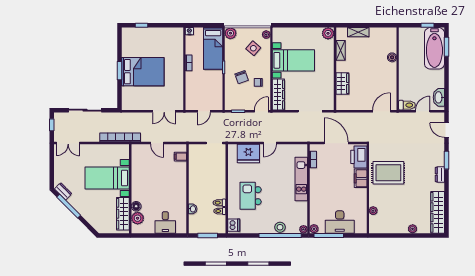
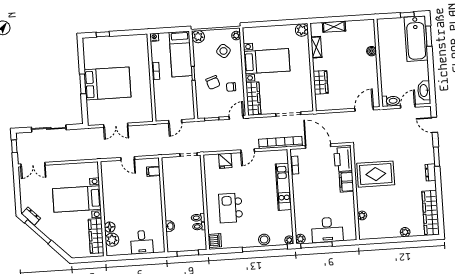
double door: (164, 111) -> (116, 125), moved
bookcase: (120, 137) -> (281, 143), moved
fridge: (248, 153) -> (225, 161), width x0.53, depth x0.75

